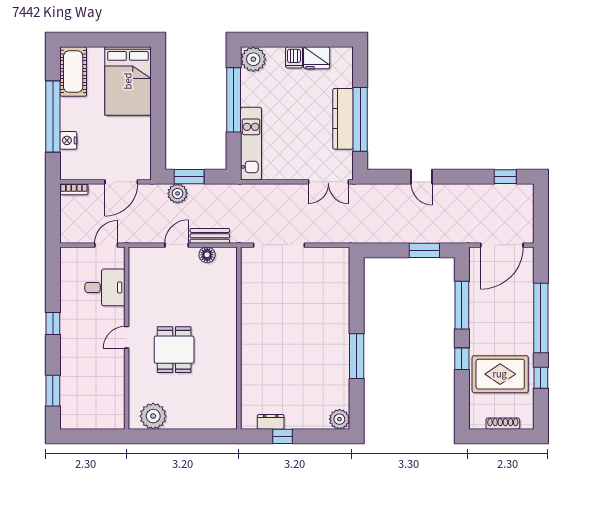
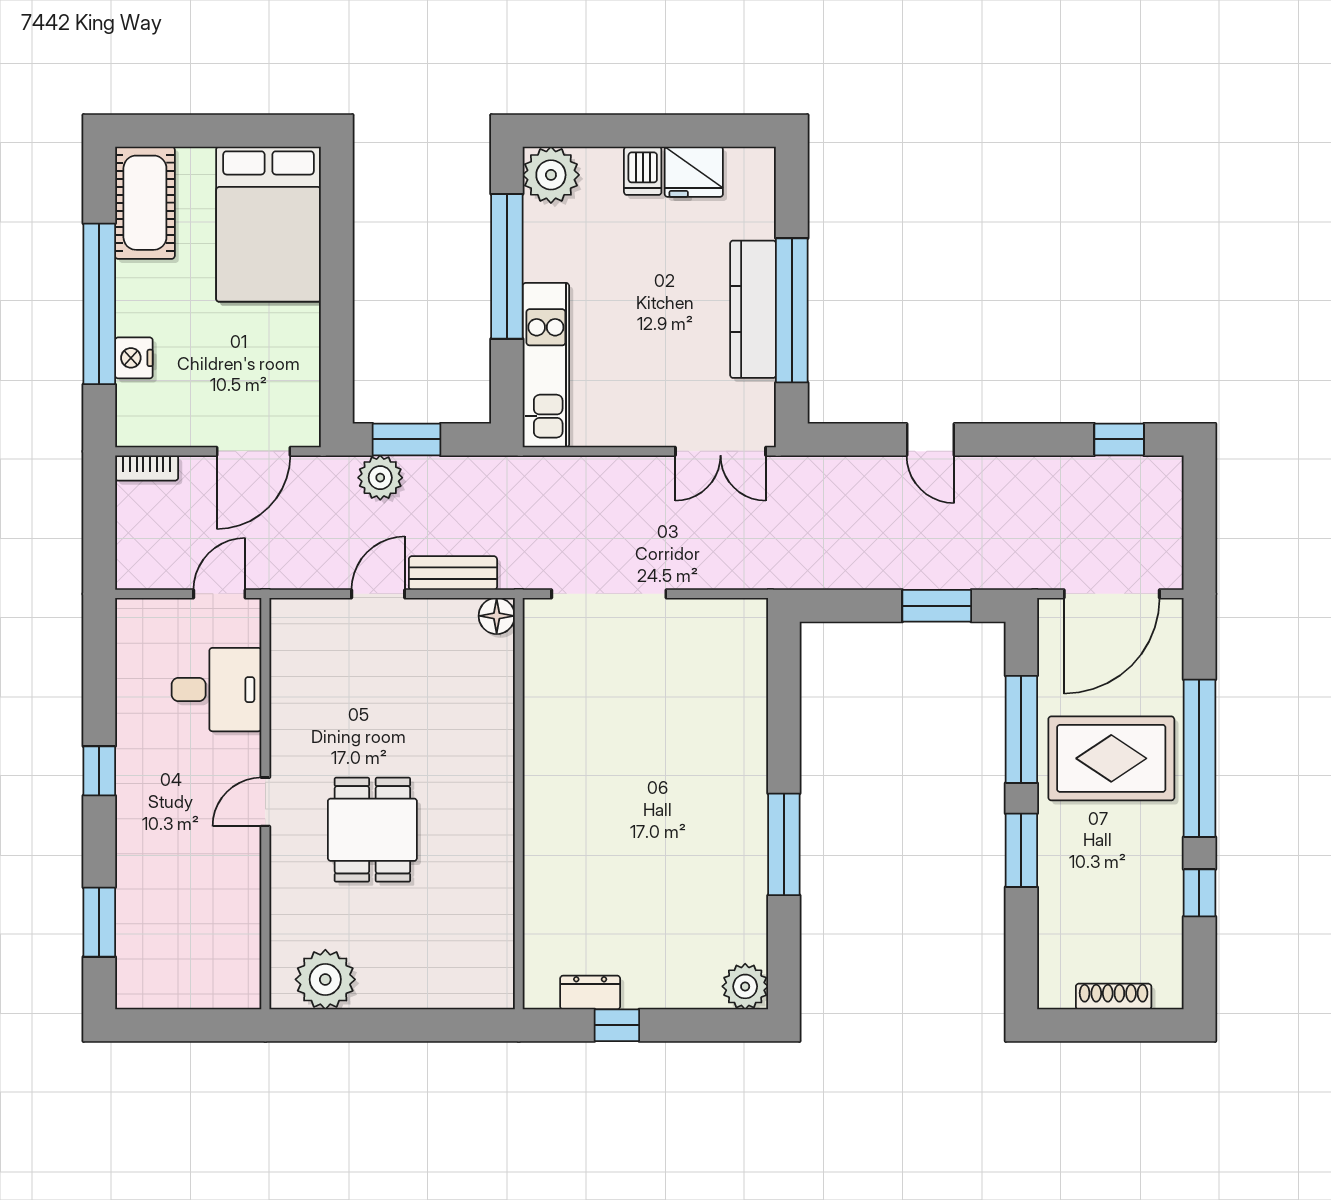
floor lamp: (207, 255) -> (497, 616), moved
window: (462, 359) -> (1021, 850), width x1.50
rug: (500, 374) -> (1111, 758), moved

